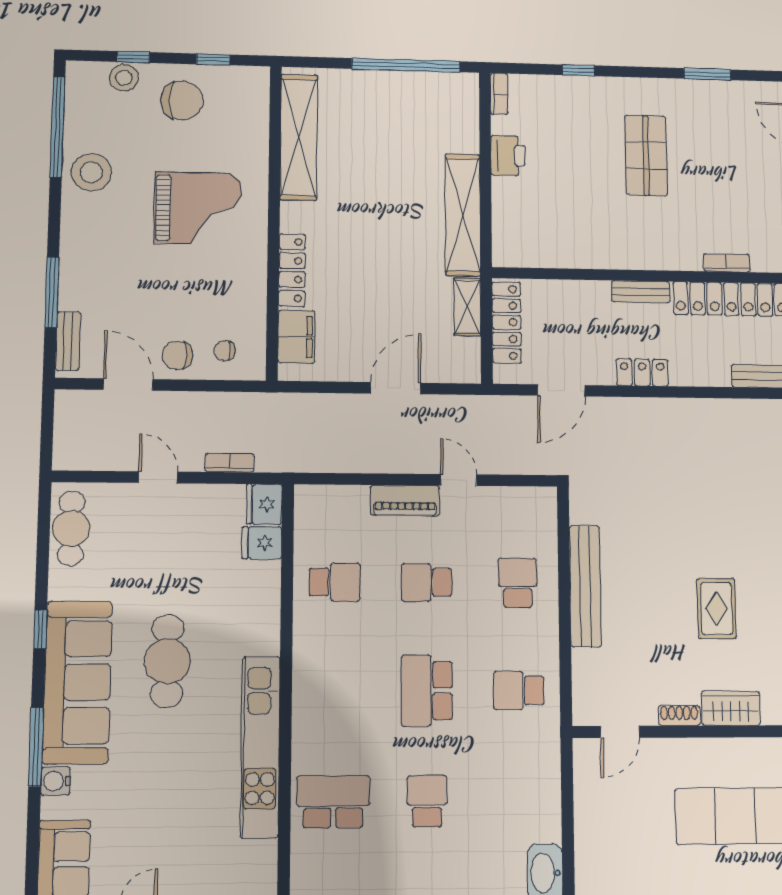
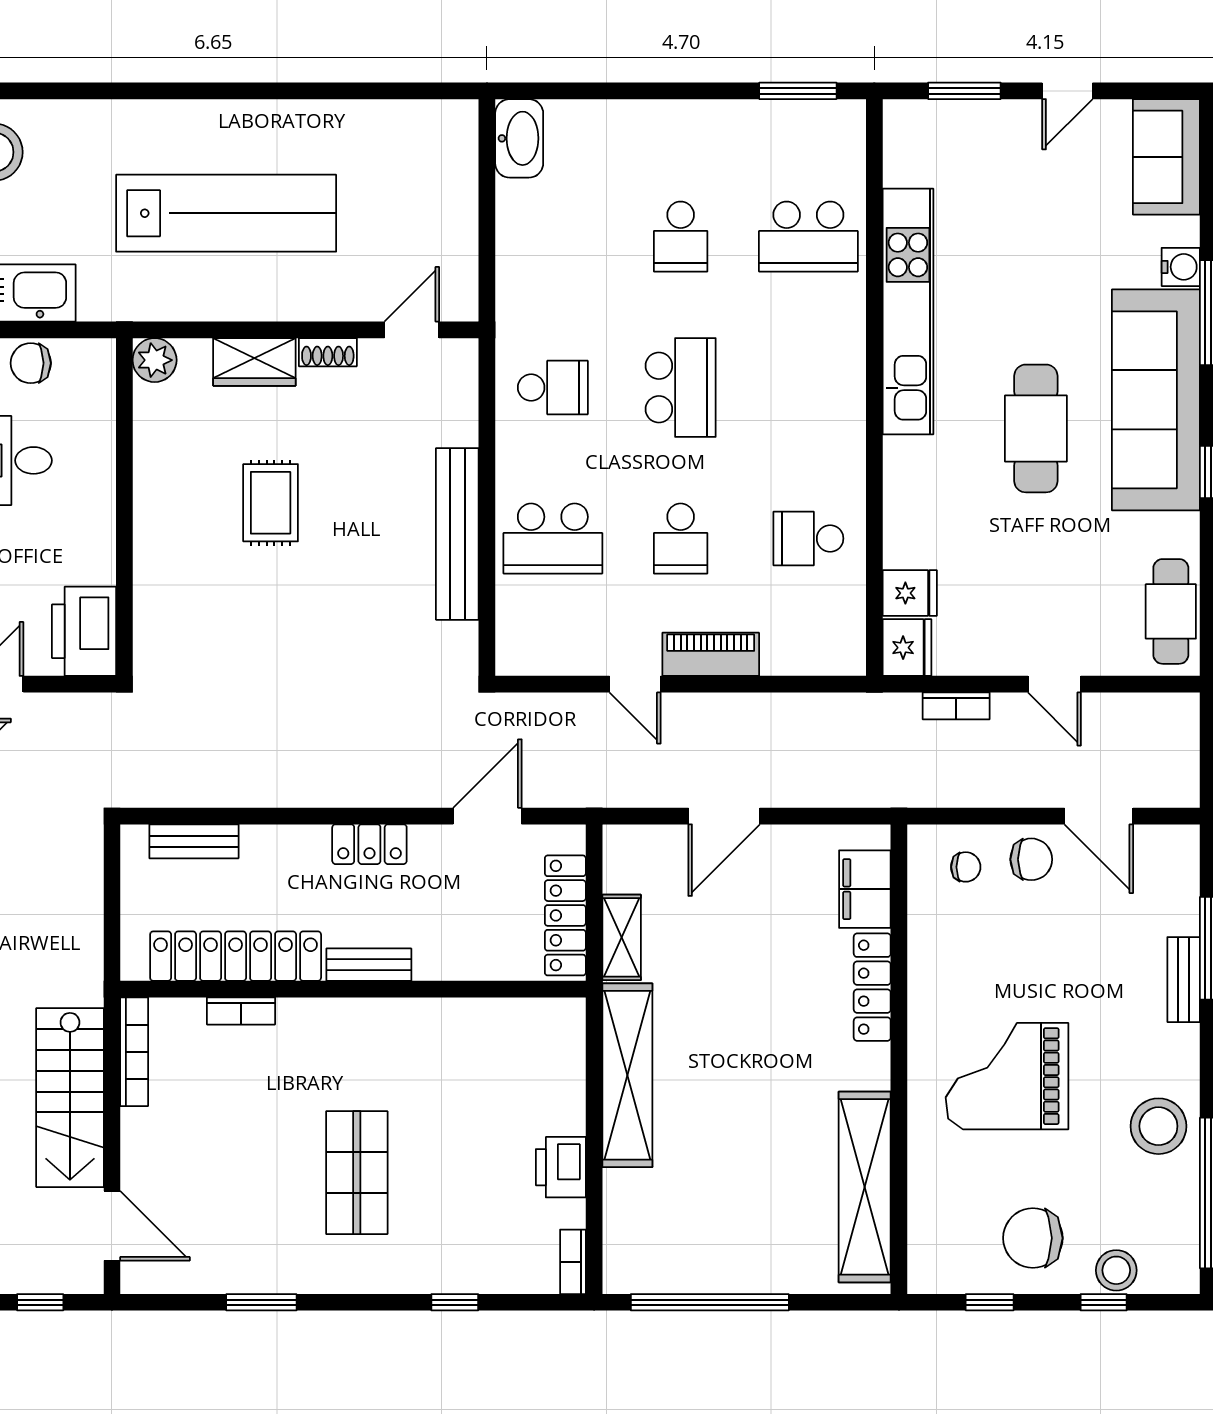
bench: (68, 341) -> (1184, 980), moved
school desk: (427, 582) -> (681, 538), turned 90
school desk: (518, 583) -> (553, 538), width x1.85

